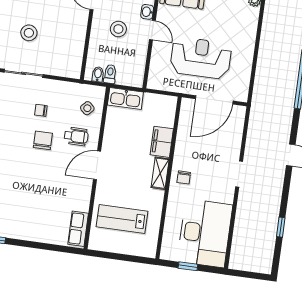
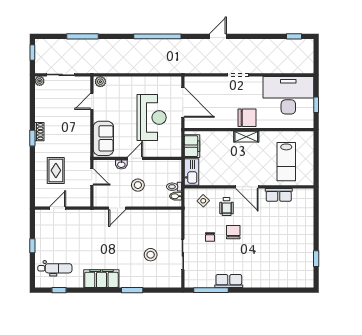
reception desk: (201, 58) -> (152, 117), turned 180
wheelchair: (76, 136) -> (227, 207), turned 180
chair: (43, 140) -> (233, 232), turned 90
filing cabinet: (162, 142) -> (192, 146), moved, turned -90
chair: (184, 177) -> (247, 118), width x1.87, depth x1.87
window: (281, 227) -> (294, 36), moved
row of seats: (78, 229) -> (279, 195), moved

